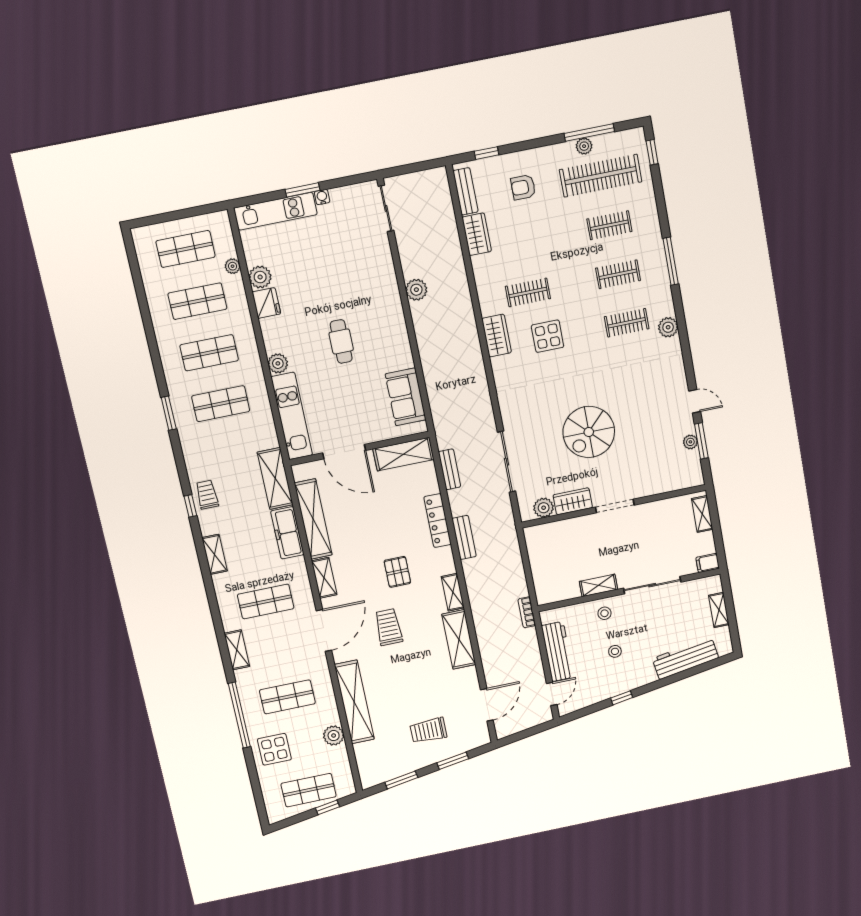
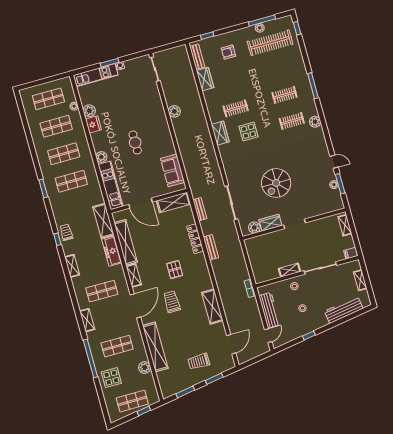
clothes rail: (609, 225) -> (277, 69), removed
shelving: (453, 592) -> (207, 279), removed

